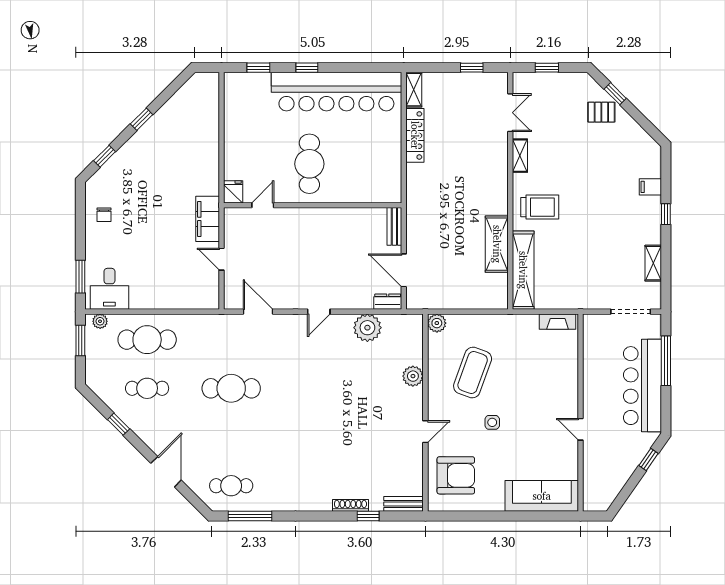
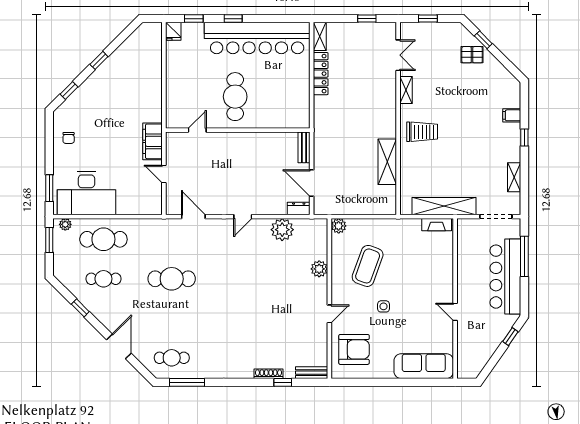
fridge: (233, 192) -> (173, 31), moved, turned 180
shelving: (523, 270) -> (444, 206), moved, turned 90
desk: (109, 289) -> (86, 193), width x1.87, depth x1.30

